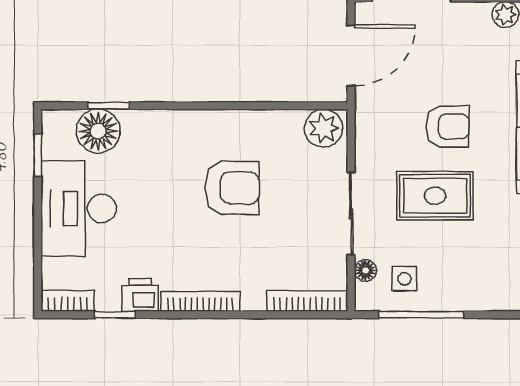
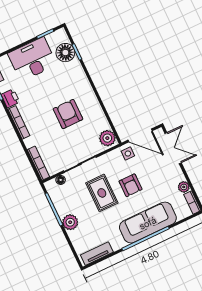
armchair: (232, 188) -> (68, 114), turned 180
side table: (404, 279) -> (128, 154), moved
plant: (466, 293) -> (70, 222), added

